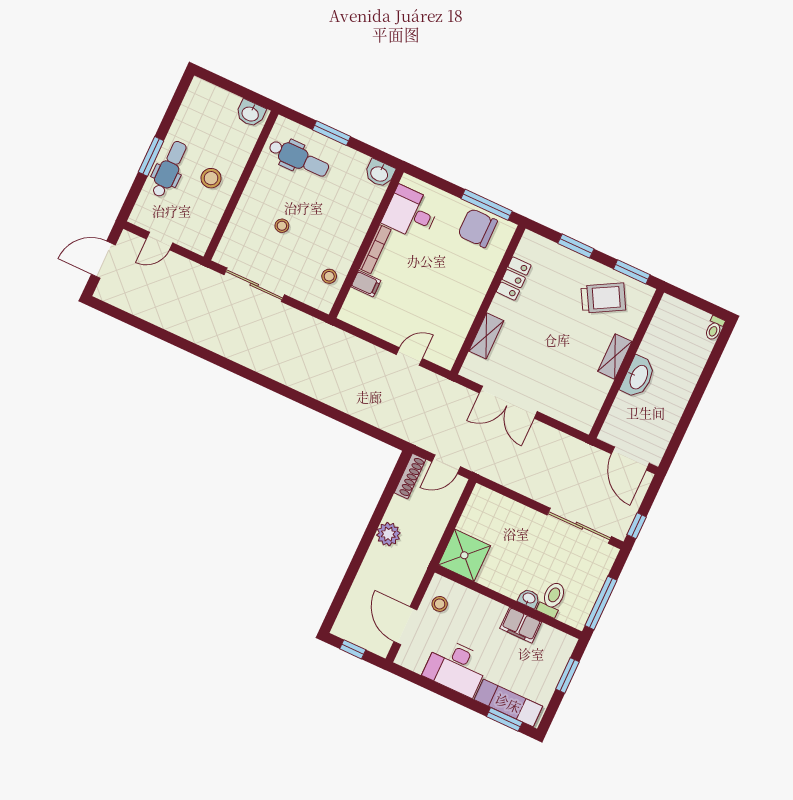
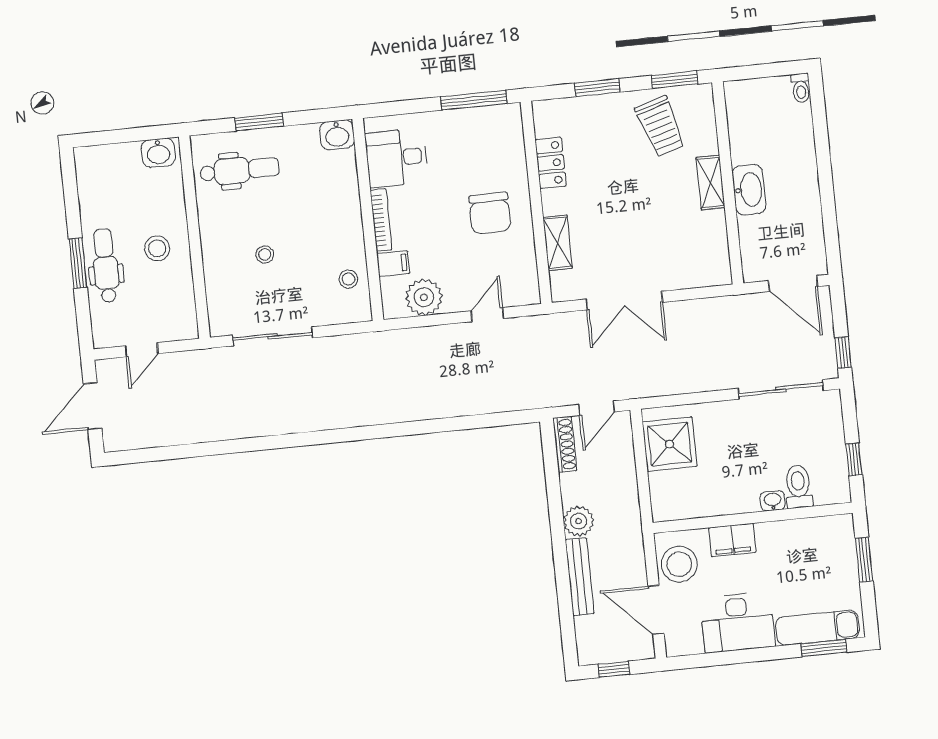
chair: (478, 228) -> (490, 213), moved, turned -90
trolley: (603, 298) -> (660, 126), turned 102
plant: (373, 319) -> (424, 297), added
shower: (464, 555) -> (670, 444), moved
bench: (367, 572) -> (580, 577), added
window: (601, 603) -> (854, 459), width x0.46
stool: (440, 604) -> (679, 564), width x1.89, depth x1.89
filing cabinet: (521, 625) -> (732, 540), moved

